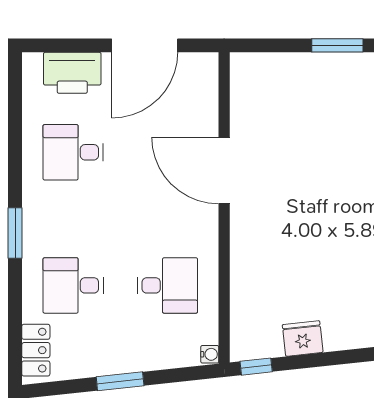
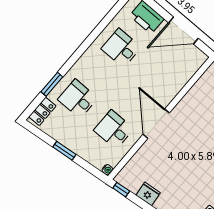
door: (224, 170) -> (156, 124), moved
window: (15, 233) -> (52, 84), moved
desk: (167, 285) -> (114, 130), turned 180

